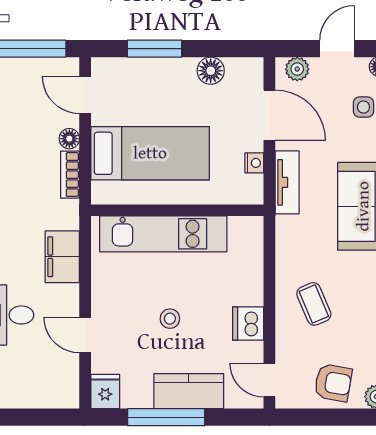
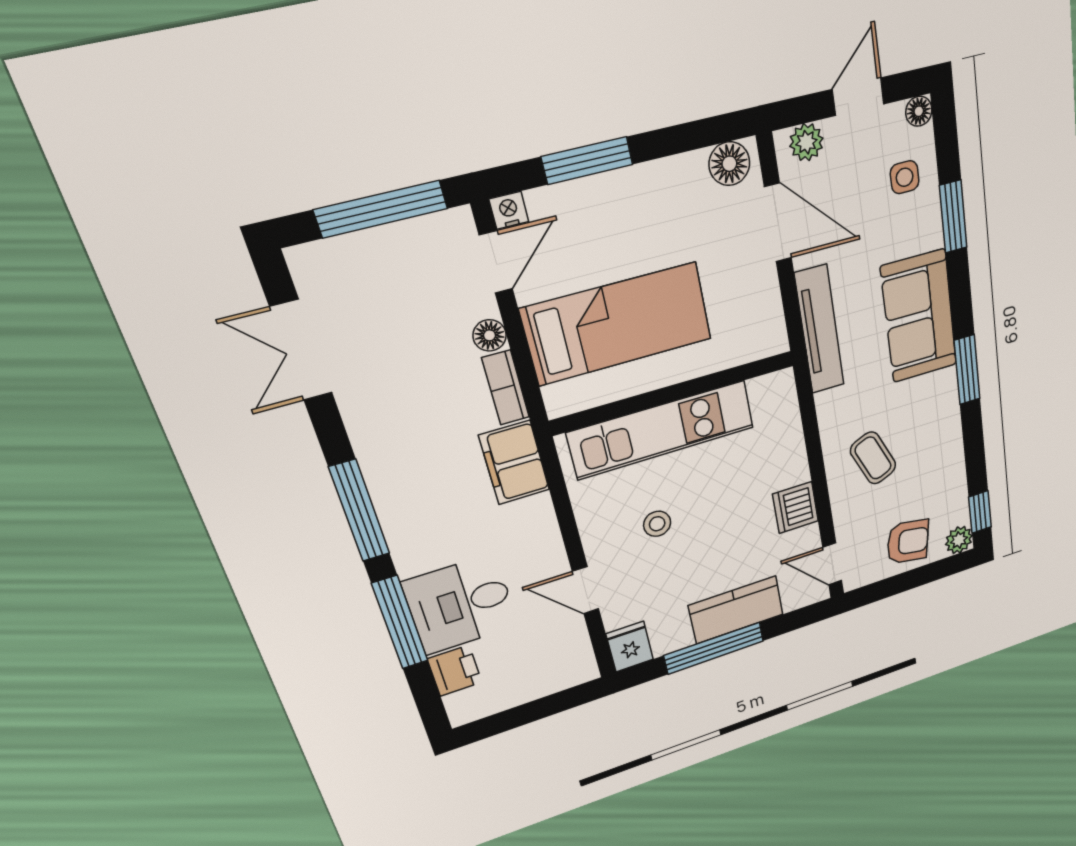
floor lamp: (211, 71) -> (729, 164), moved
door: (85, 95) -> (496, 262), swing flipped
nightstand: (254, 163) -> (509, 210), moved, turned -90
tv unit: (287, 182) -> (819, 330), width x1.41
filing cabinet: (62, 257) -> (514, 463), moved
stool: (170, 319) -> (657, 524), moved

